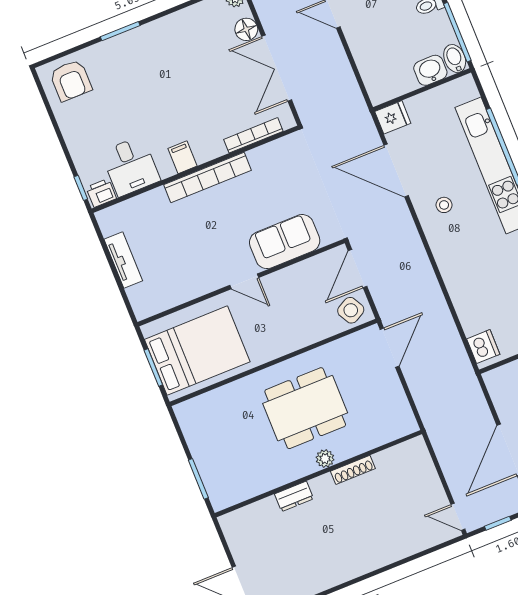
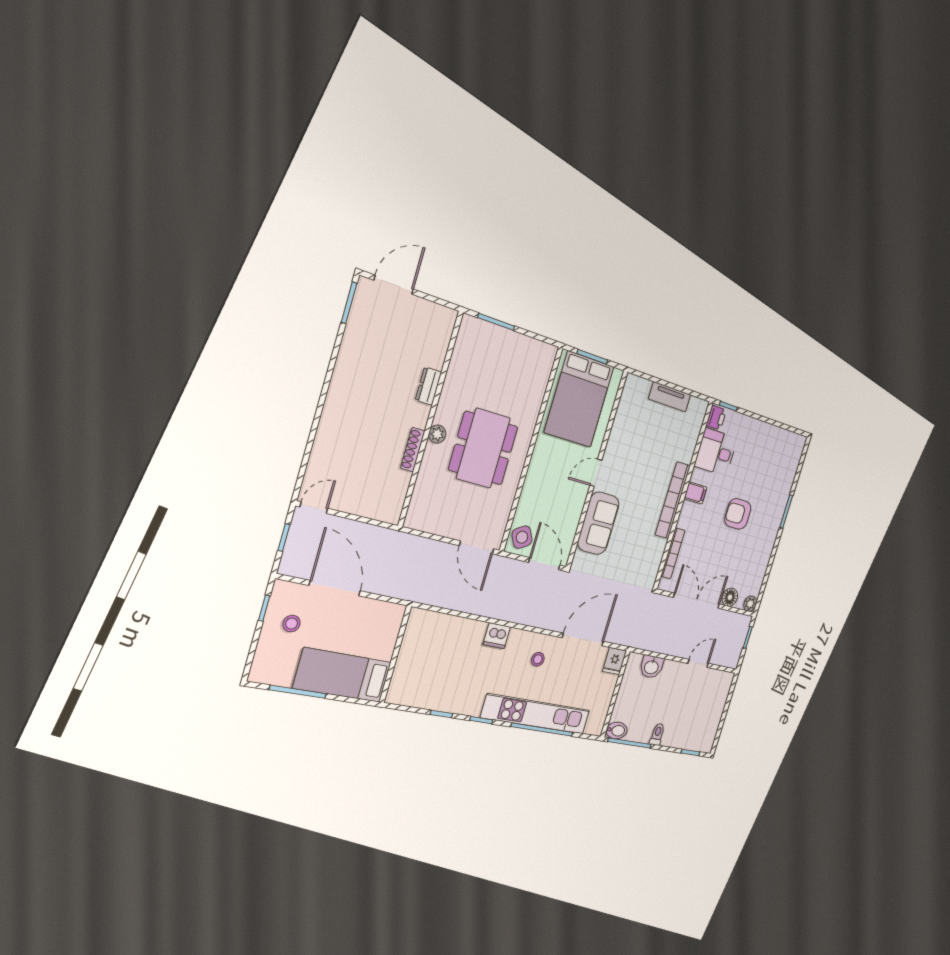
washbasin: (430, 70) -> (651, 667), moved, turned 90
armchair: (71, 80) -> (738, 514), moved
dishwasher: (483, 347) -> (497, 636), moved

